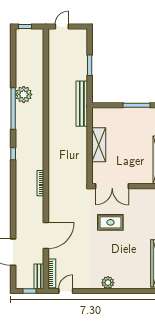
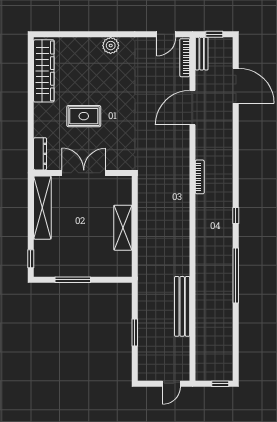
plant: (24, 94) -> (222, 294), removed
bench: (82, 104) -> (182, 306), moved
double door: (112, 186) -> (84, 173), moved
rug: (110, 222) -> (84, 116), moved

